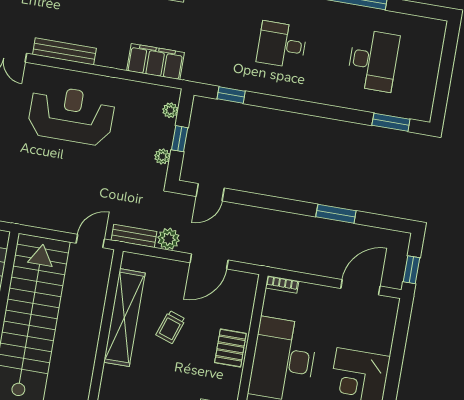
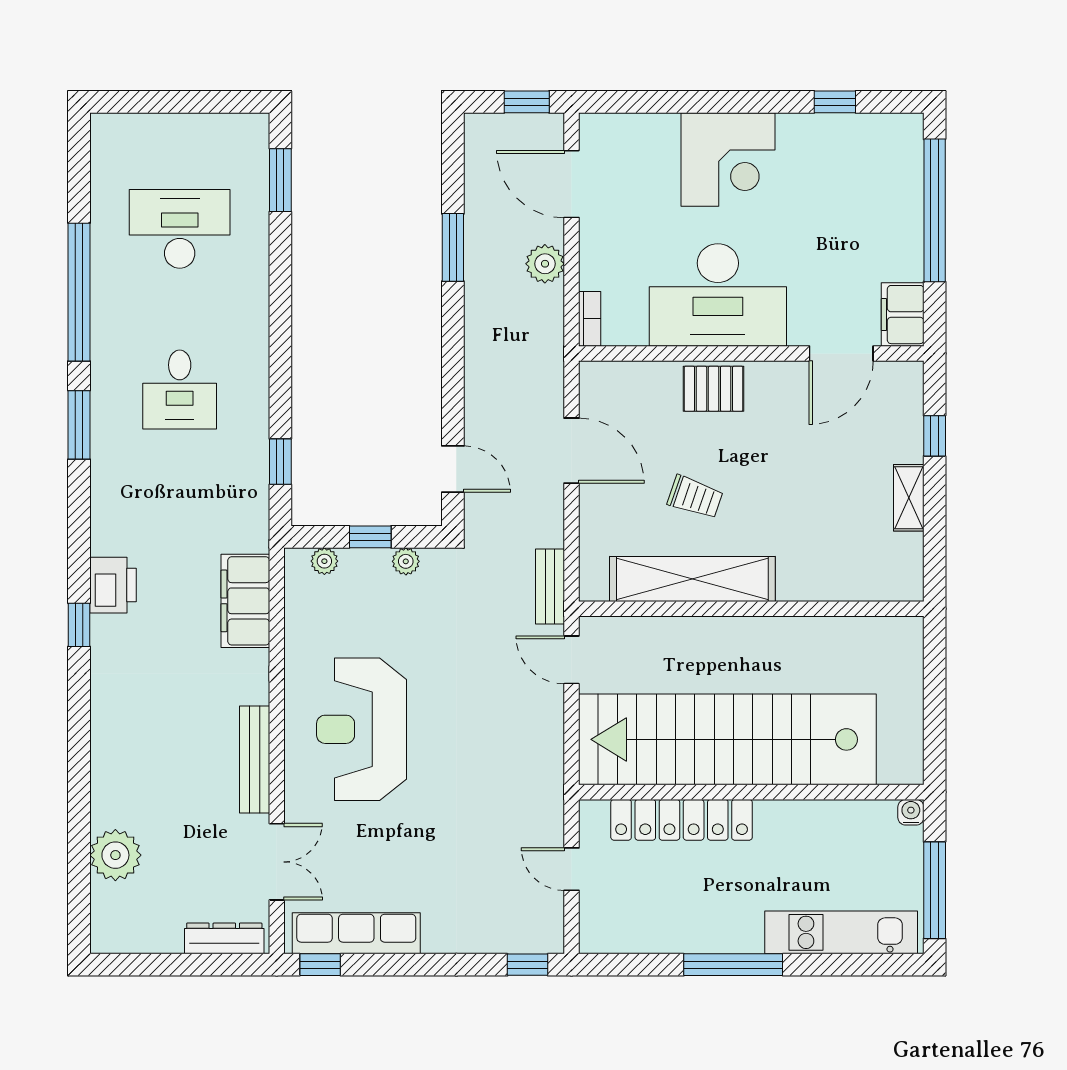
plant: (168, 239) -> (545, 264), moved

